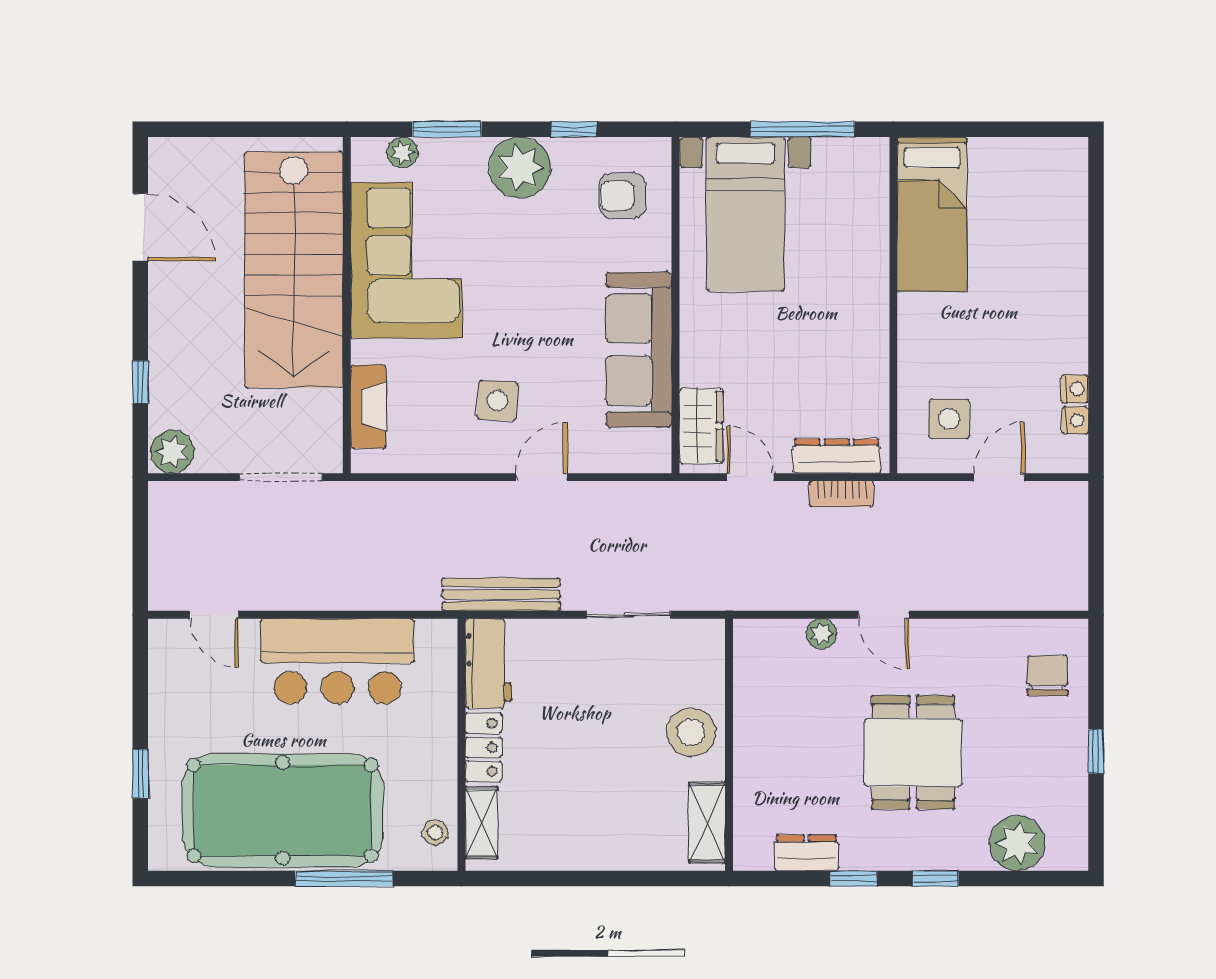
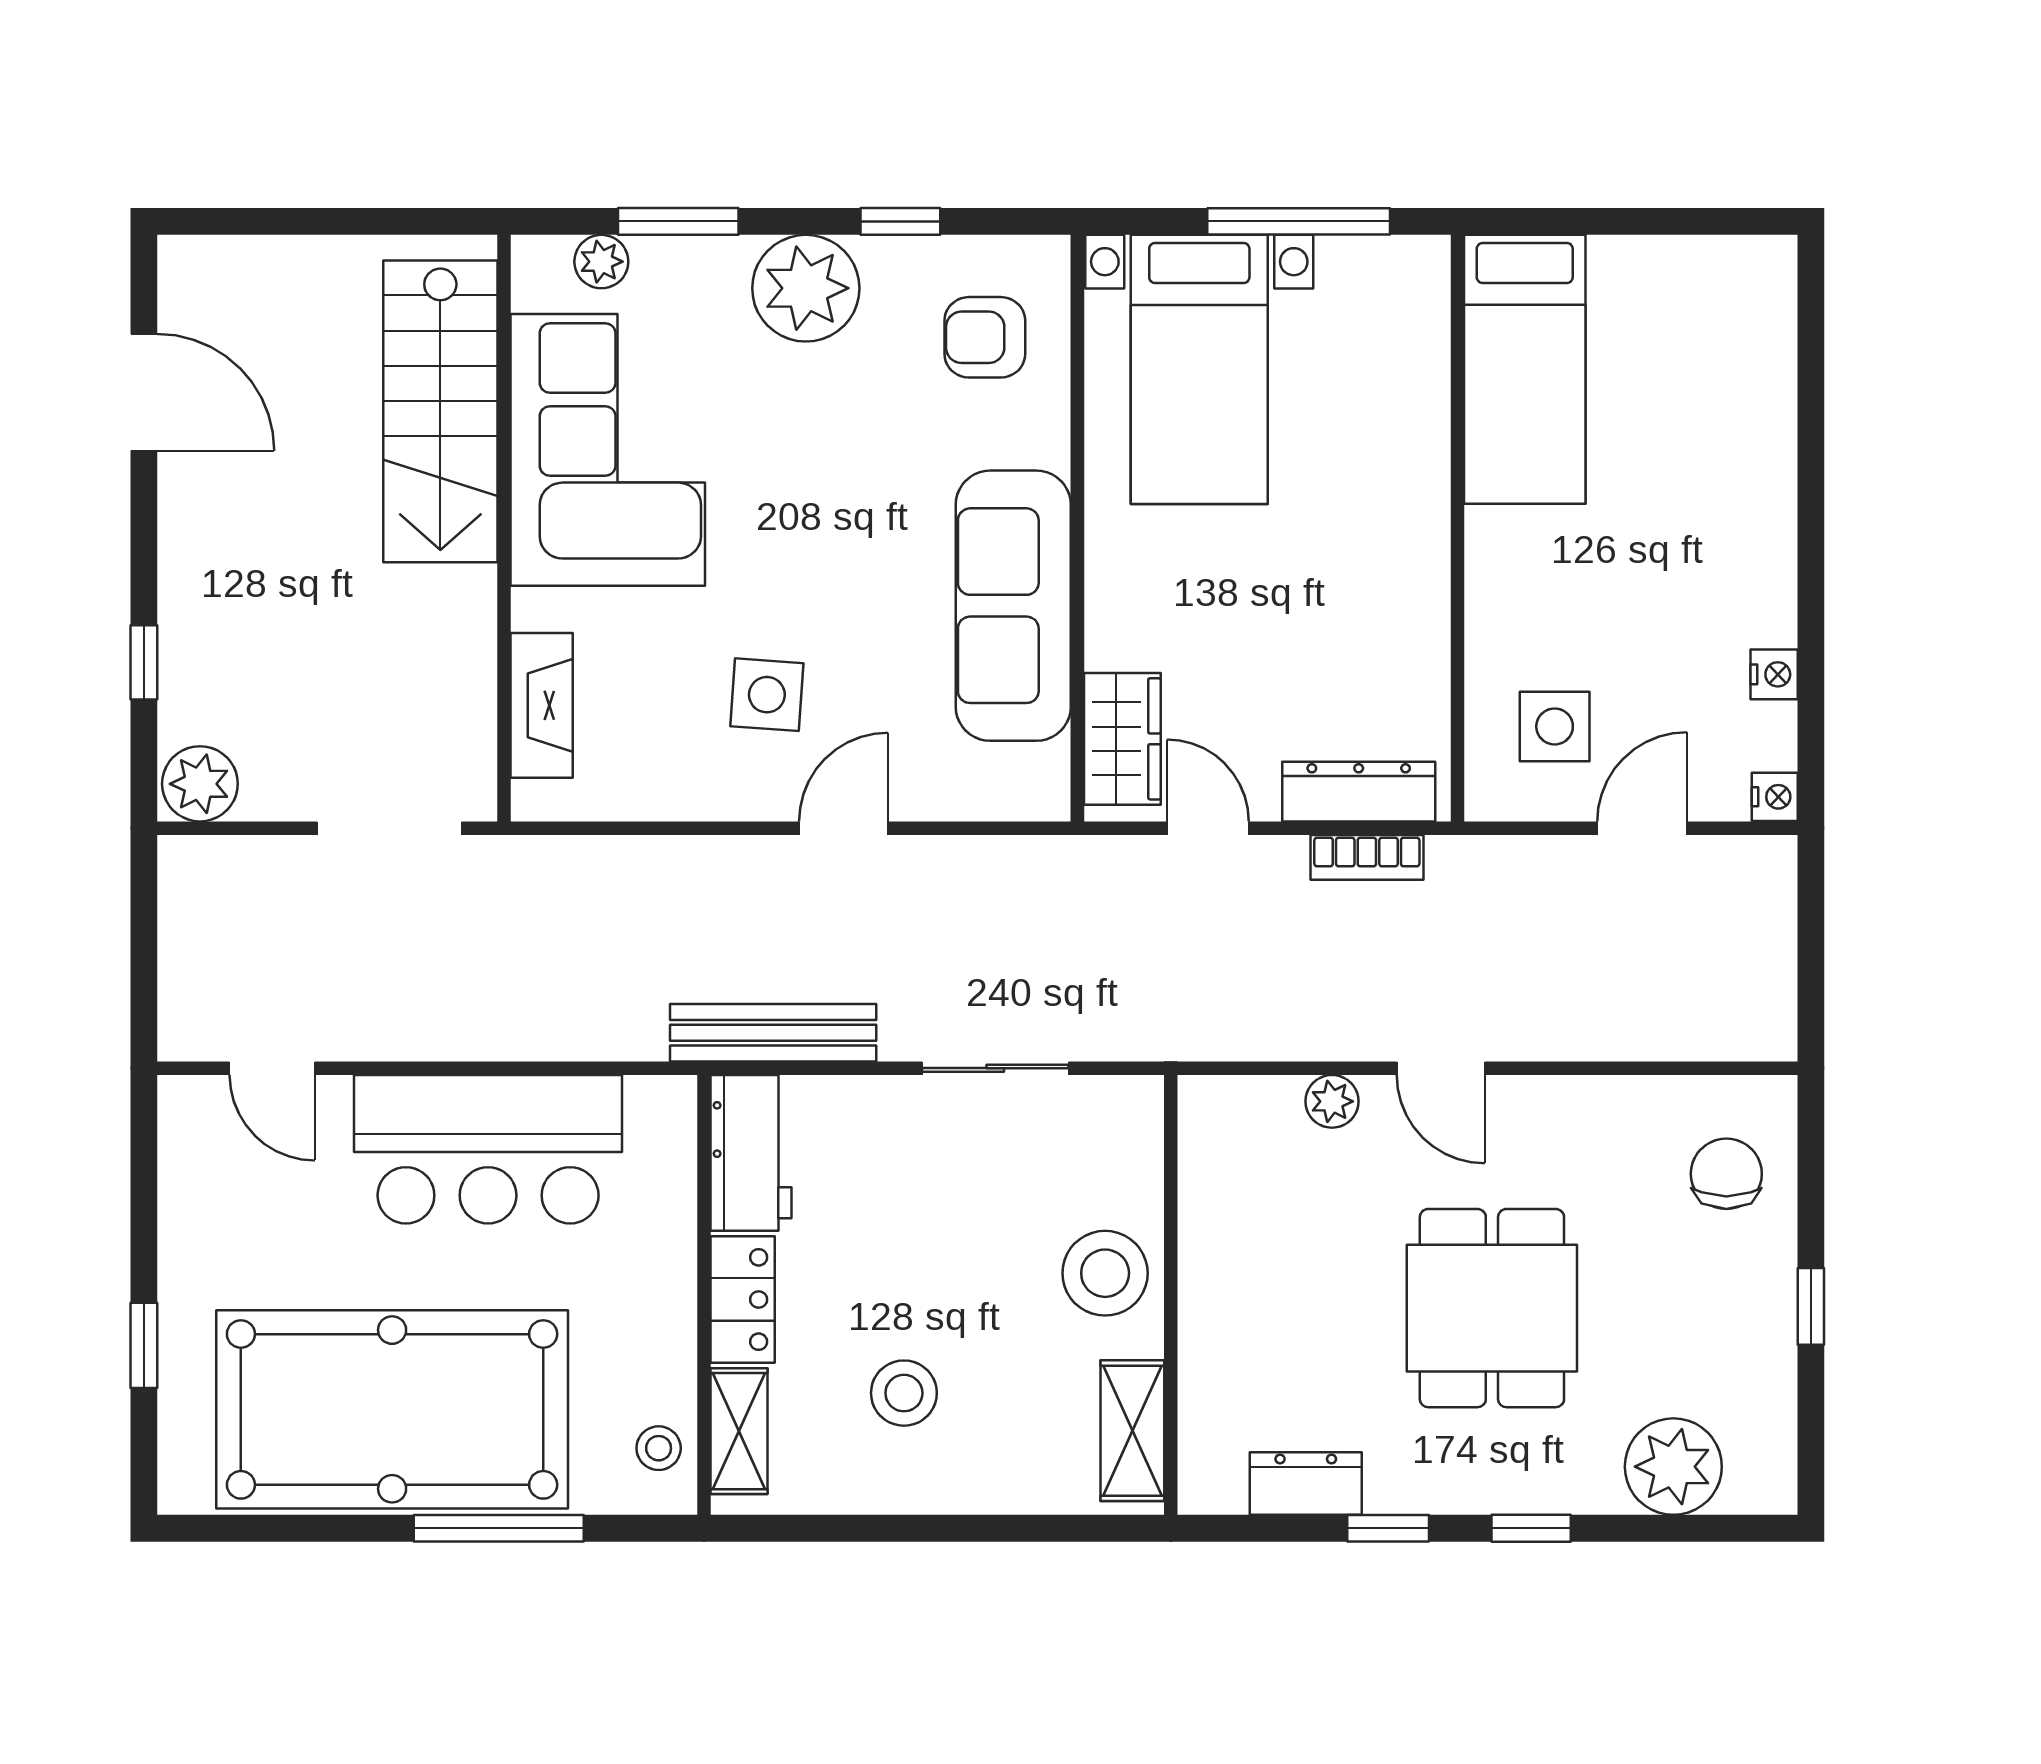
stairs: (294, 270) -> (440, 411), width x0.73, depth x0.66
nightstand: (1075, 420) -> (1775, 797), moved
stool: (576, 801) -> (904, 1393), added

